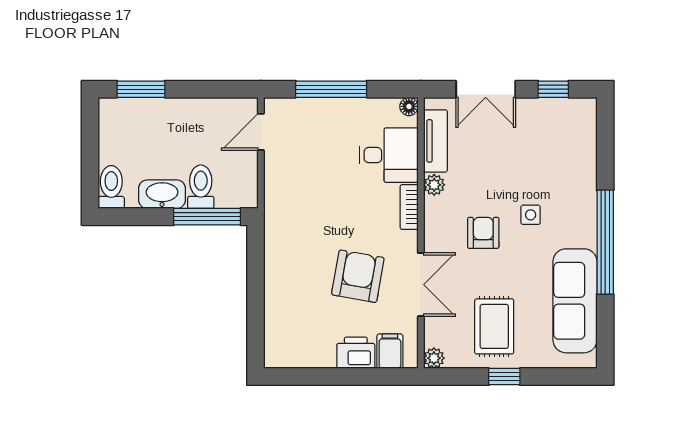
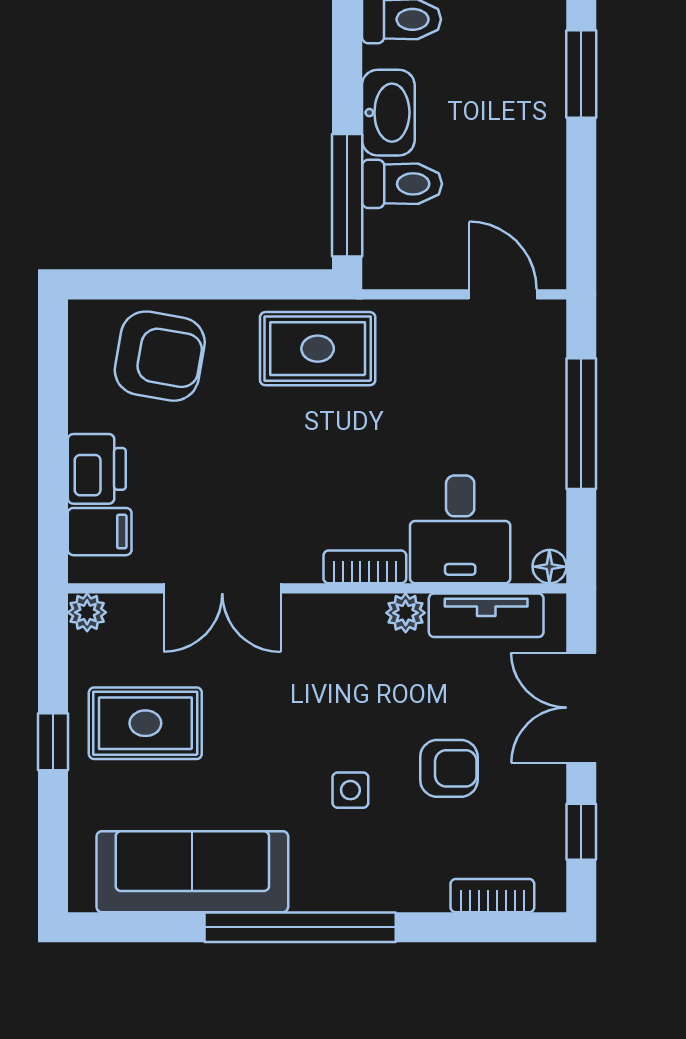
bookcase: (588, 138) -> (492, 896), added
rug: (290, 233) -> (318, 349), added
armchair: (483, 233) -> (449, 768), moved
armchair: (358, 276) -> (160, 356), moved

